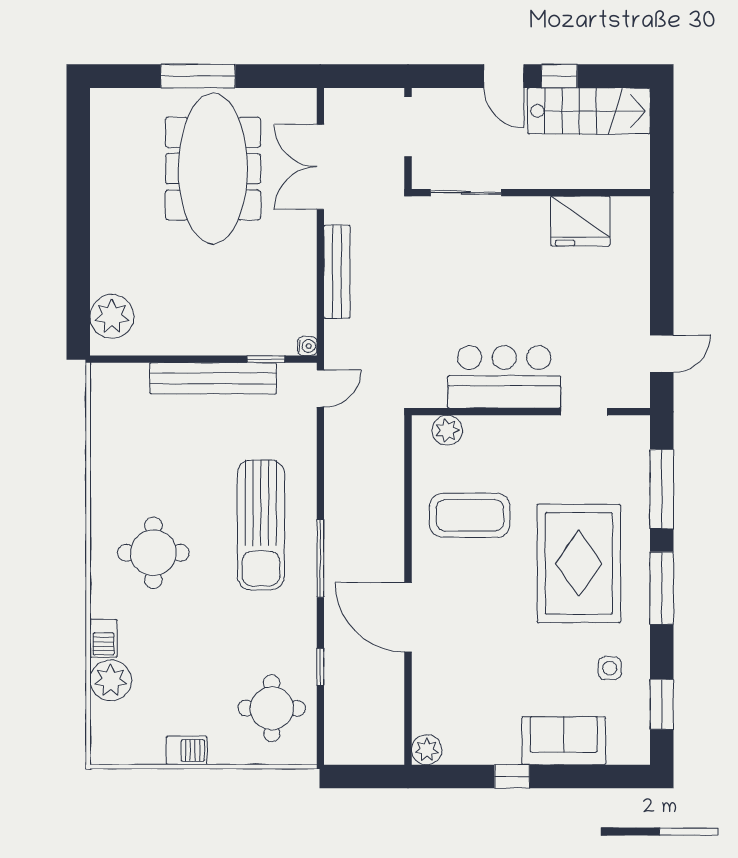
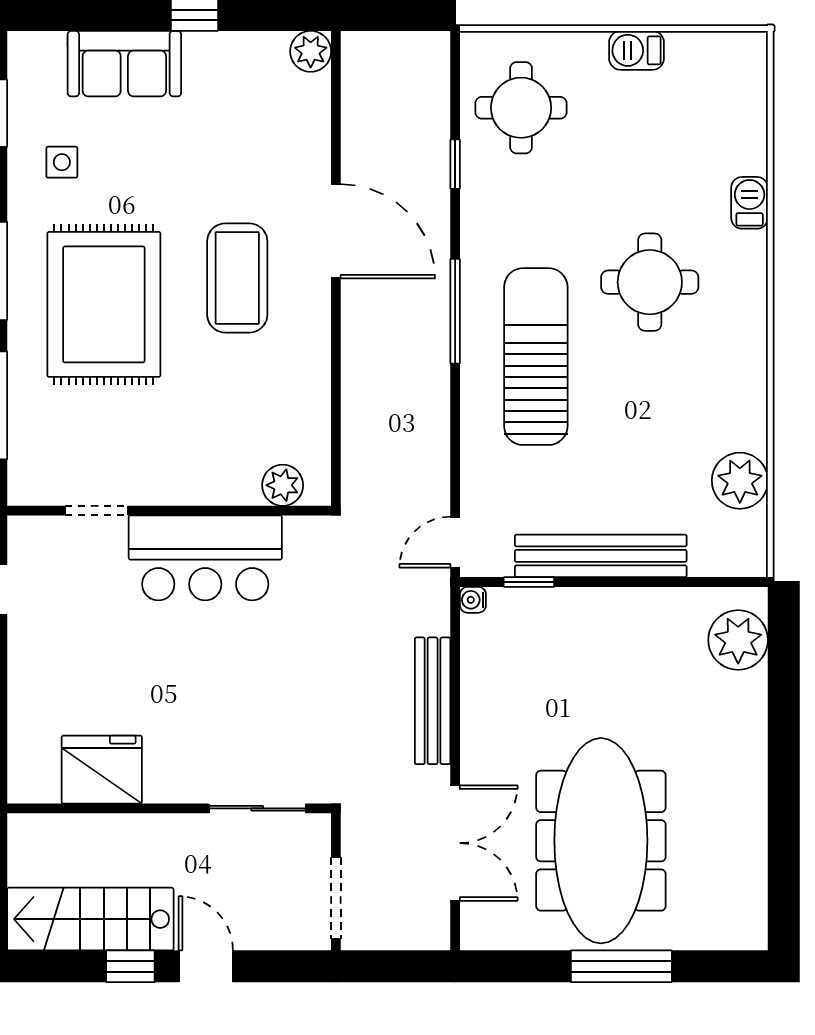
coffee table: (470, 515) -> (237, 278), moved, turned 90
round table: (153, 553) -> (650, 282), moved
plant: (111, 680) -> (740, 481), moved

